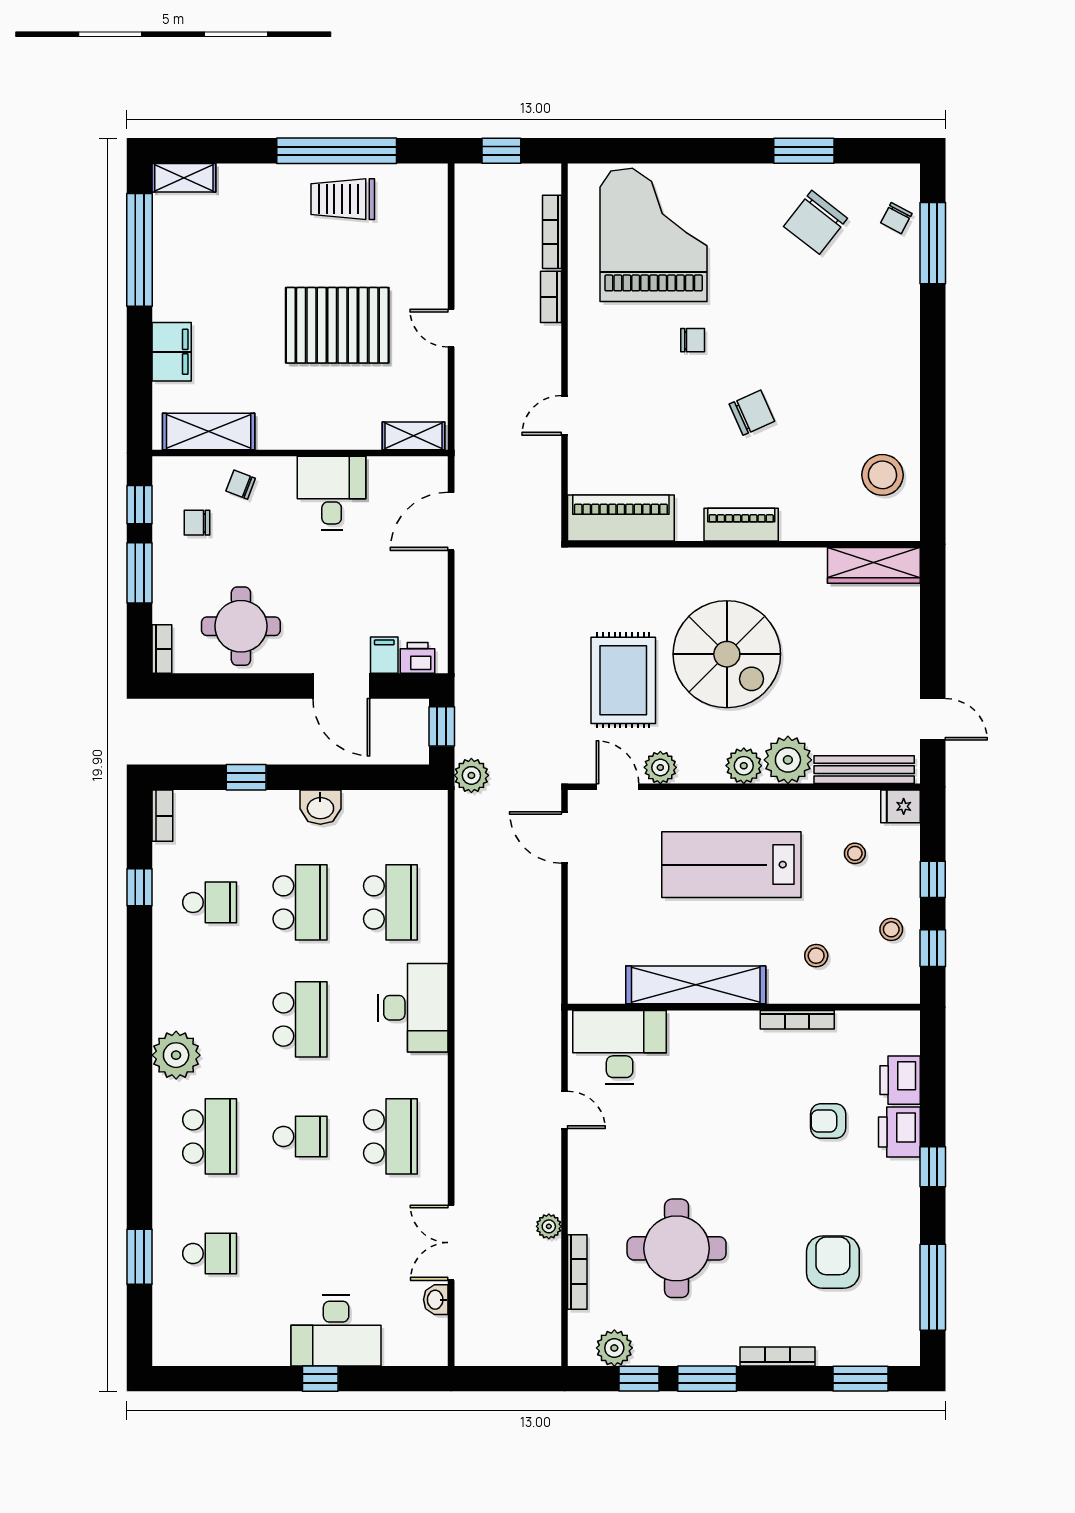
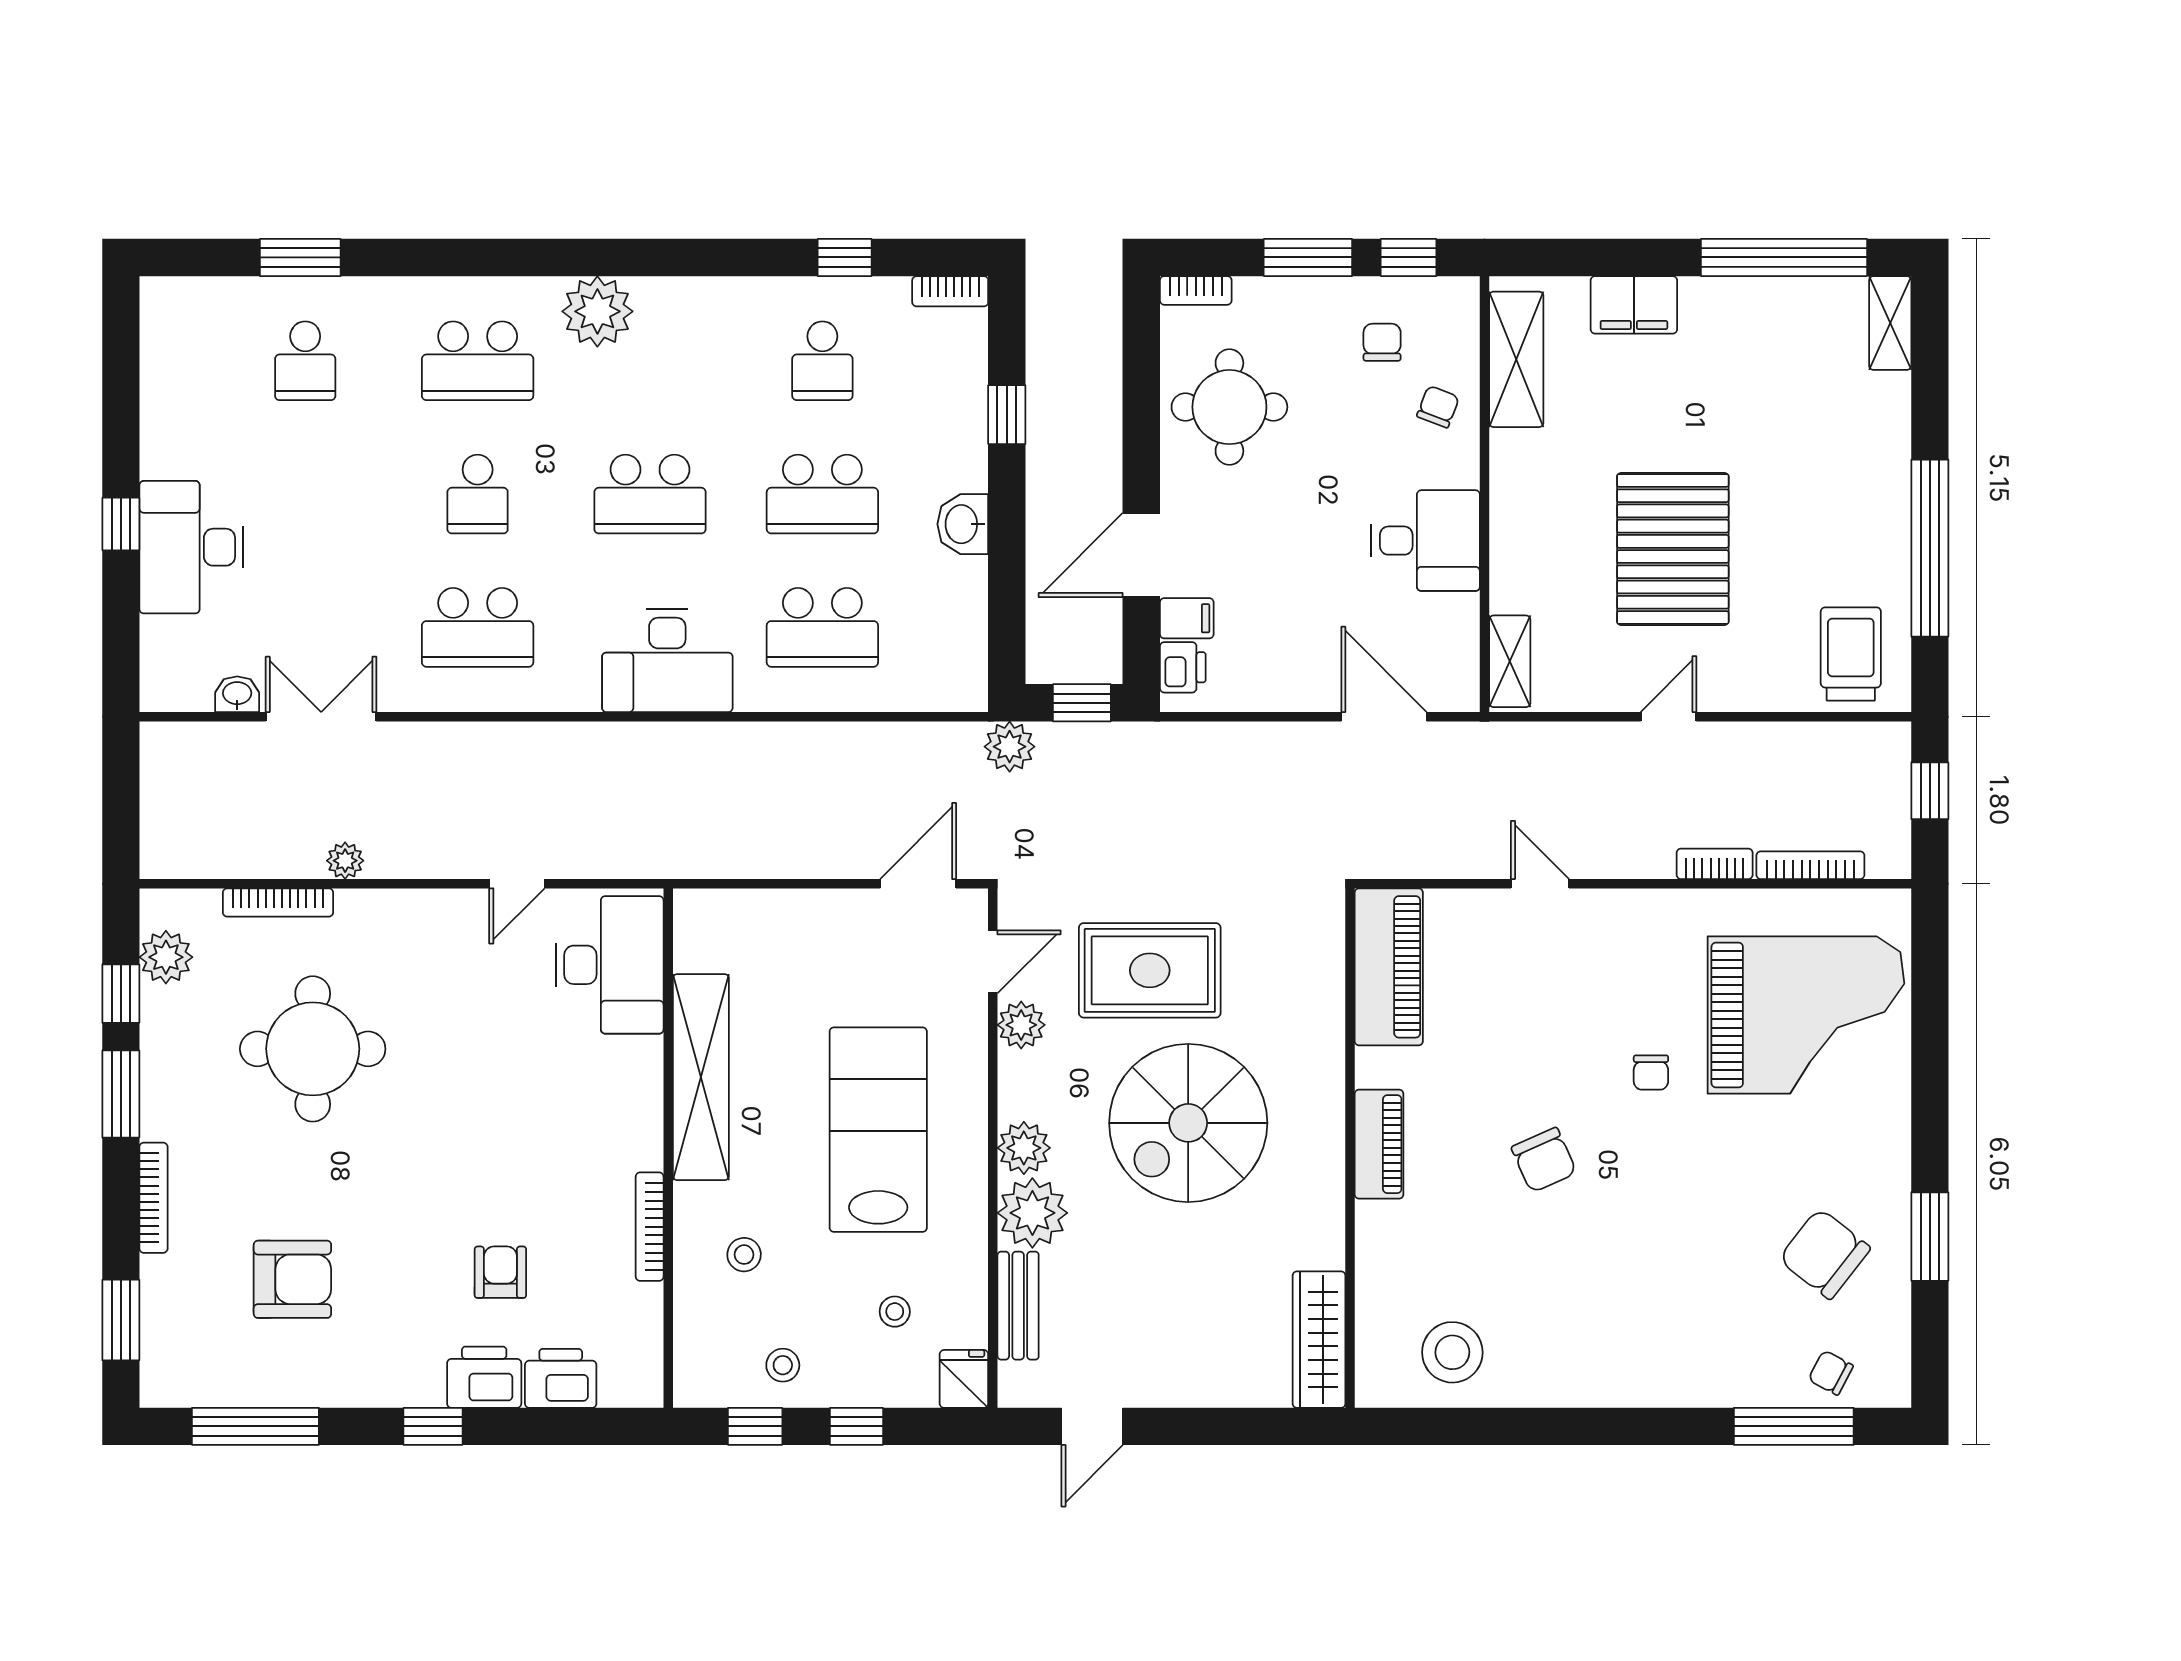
trolley: (343, 199) -> (1851, 654), moved
bench: (864, 770) -> (1018, 1306), width x0.73

